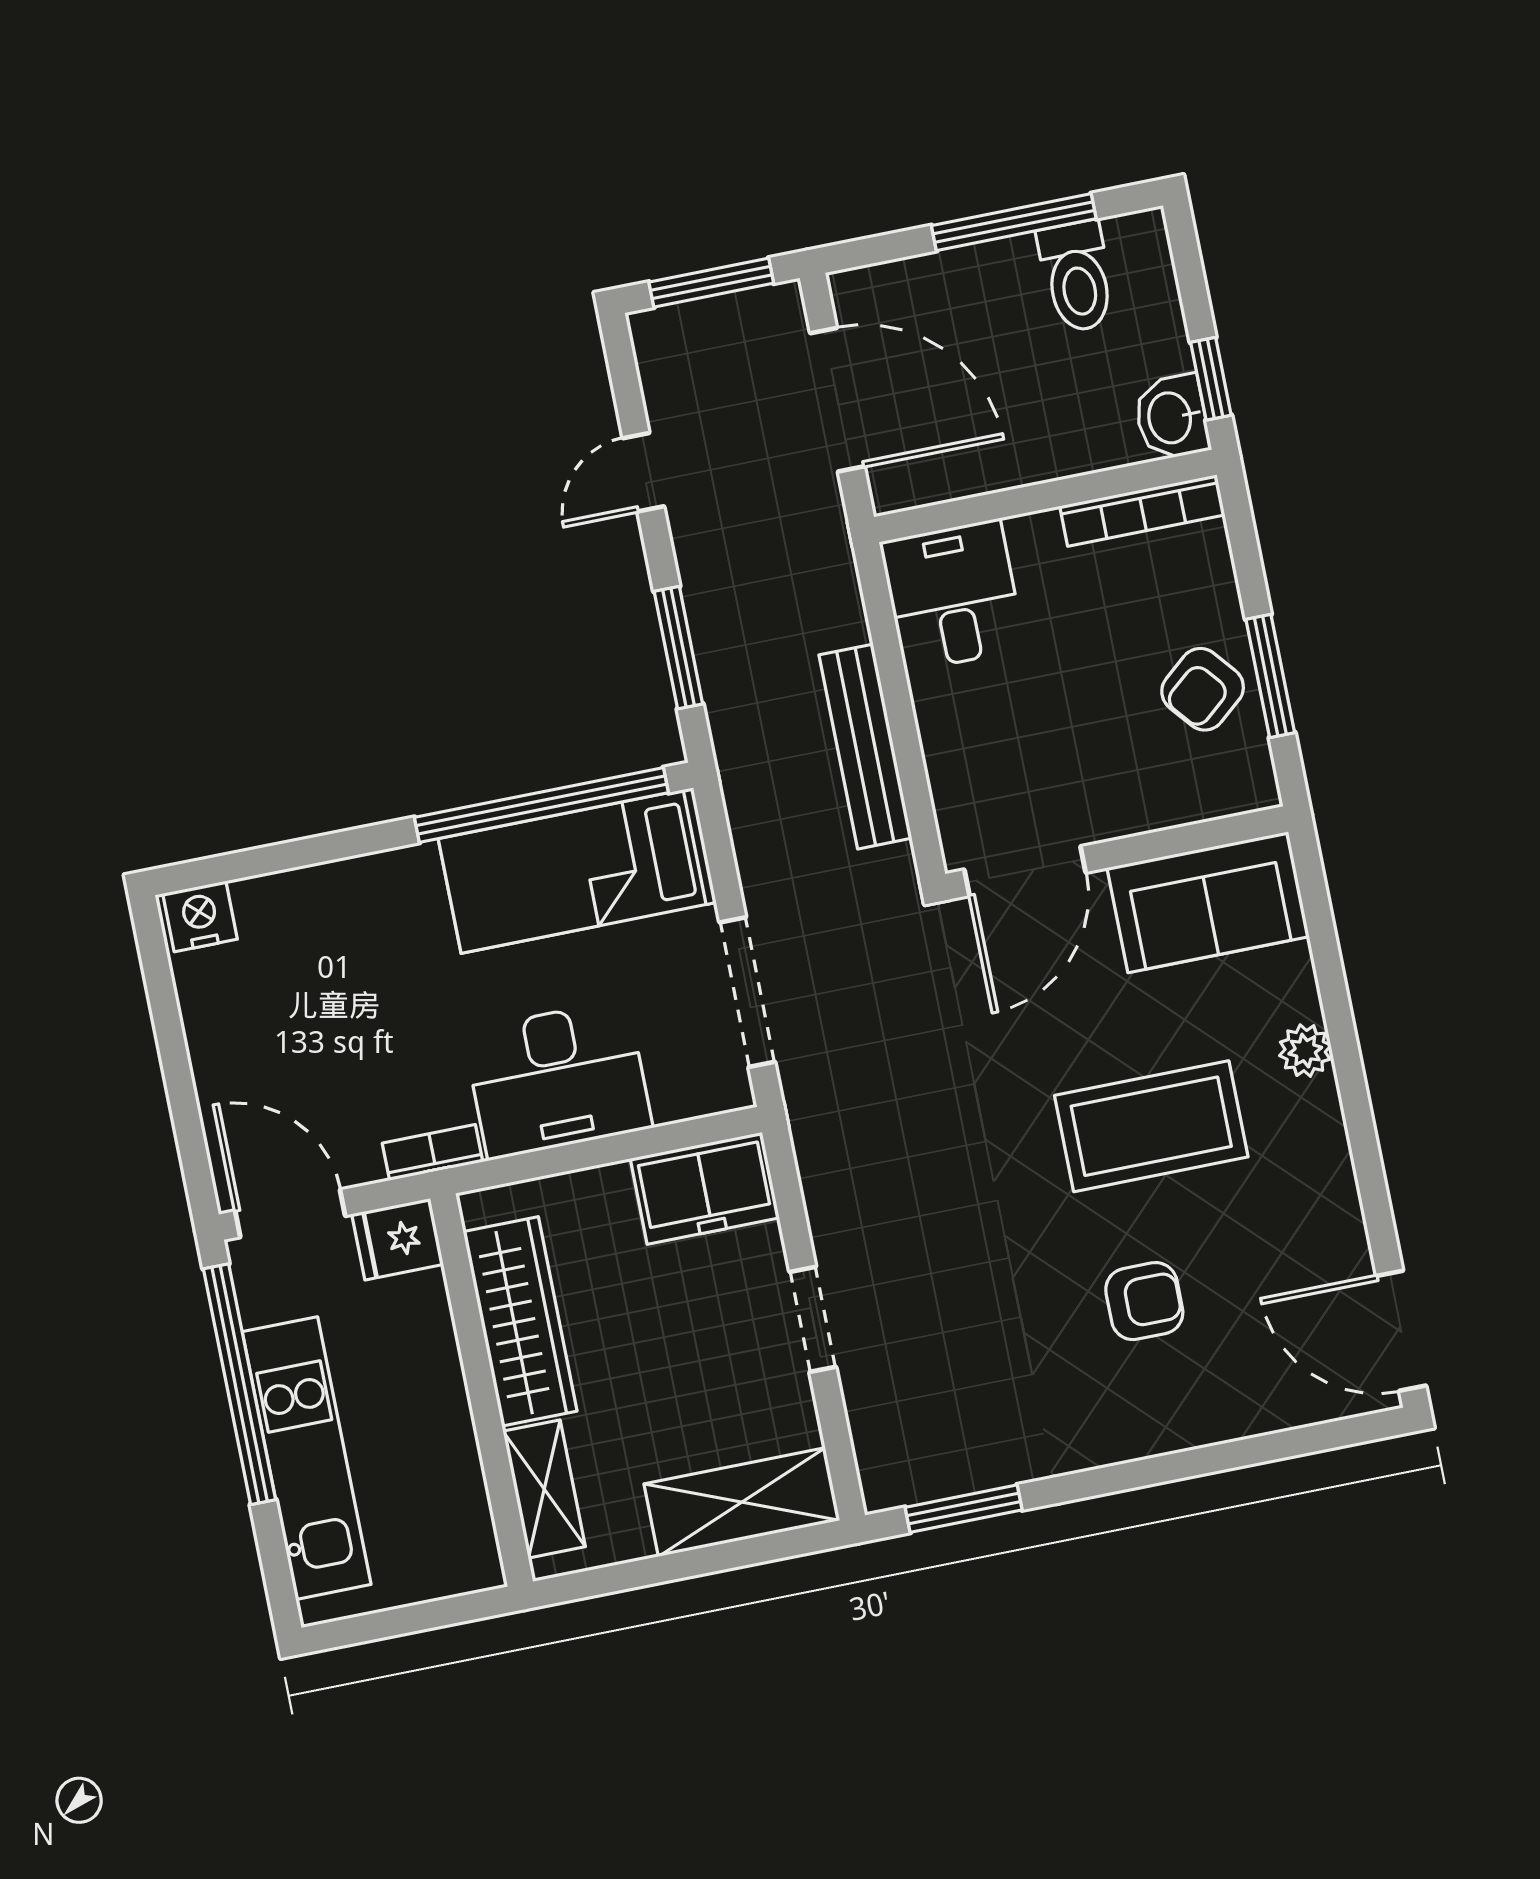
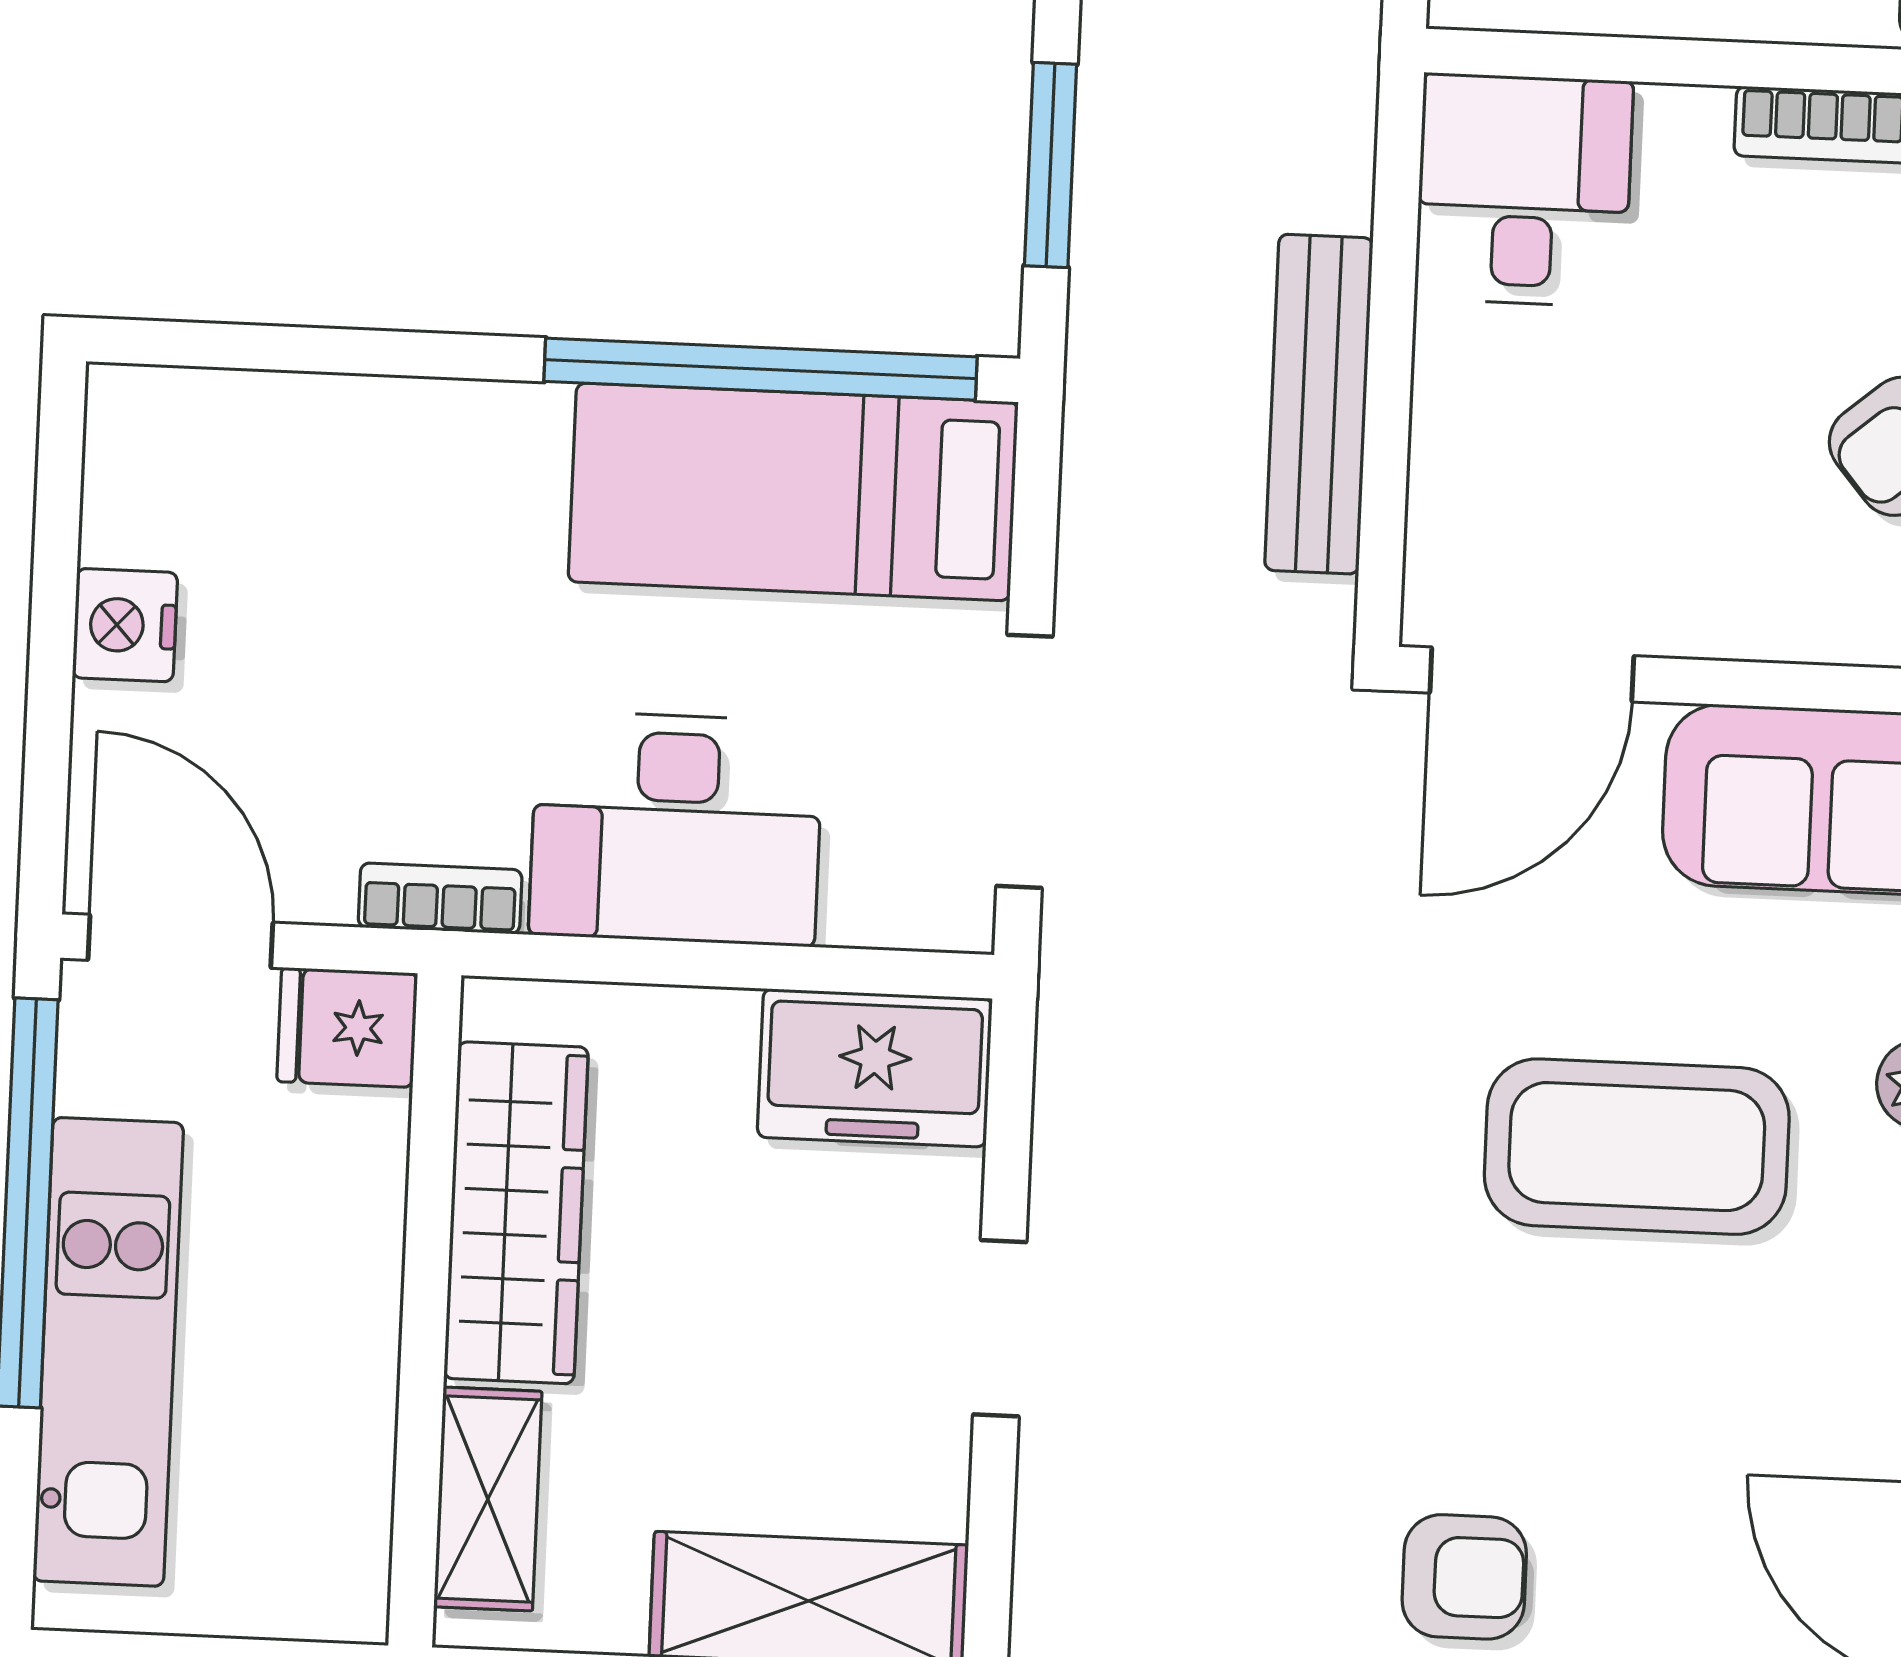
nightstand: (200, 916) -> (125, 625), moved, turned -90
armchair: (1144, 1301) -> (1464, 1577), moved

